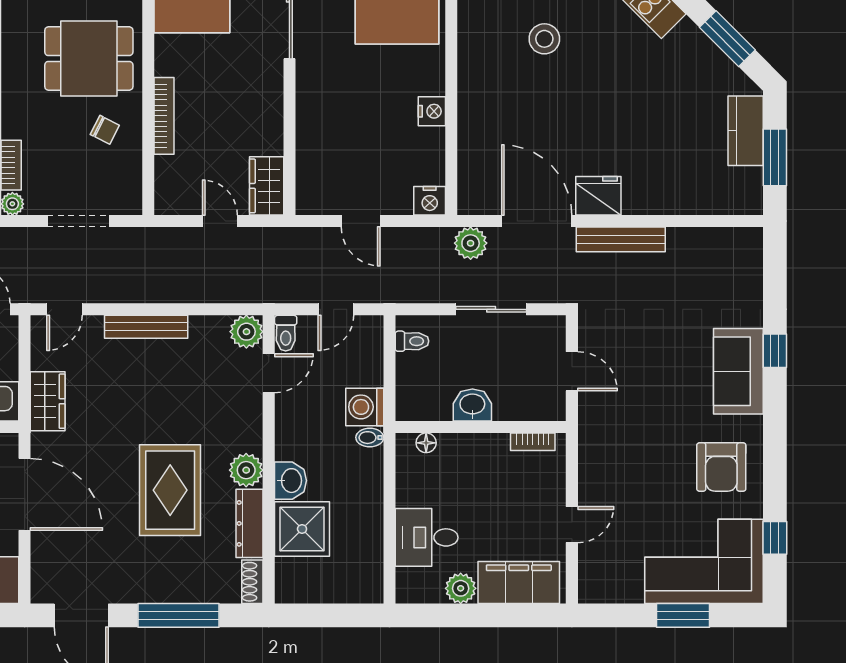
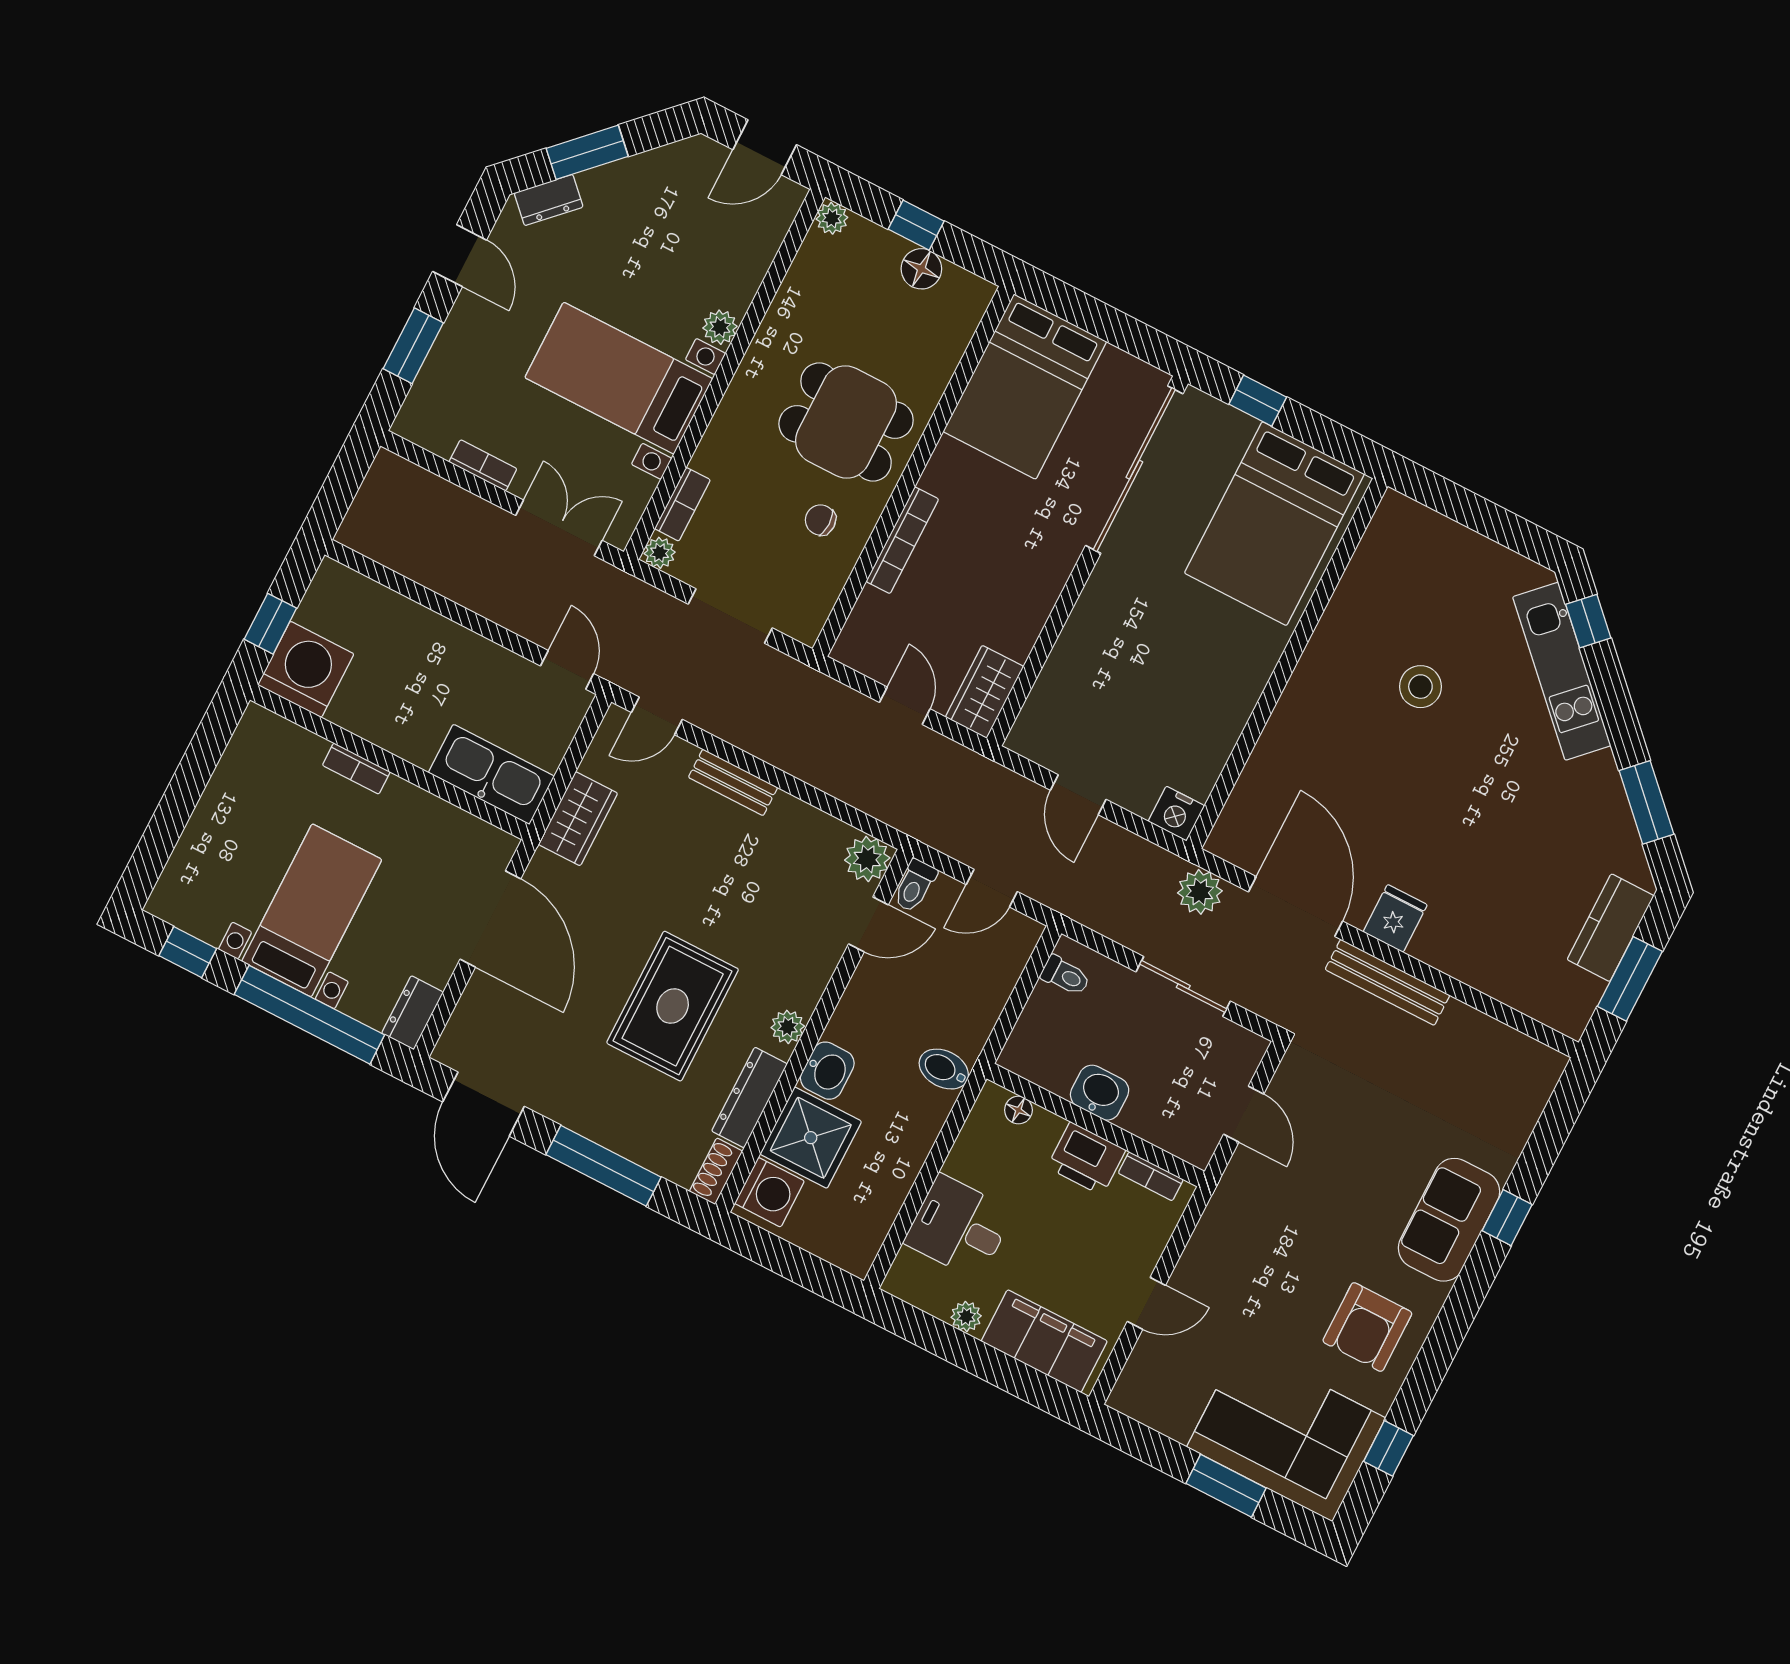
nightstand: (432, 111) -> (1236, 705), removed
chair: (105, 130) -> (820, 520), turned 153
fridge: (598, 196) -> (1395, 918), width x0.72
bench: (146, 327) -> (733, 782), width x0.73
washing machine: (365, 407) -> (769, 1192), moved, turned 180
bidet: (370, 438) -> (944, 1069), width x1.38, depth x1.36
printer: (486, 452) -> (1086, 1159), added
plant: (246, 470) -> (788, 1027), width x0.73, depth x0.73
plant: (461, 588) -> (966, 1317), width x0.73, depth x0.73

